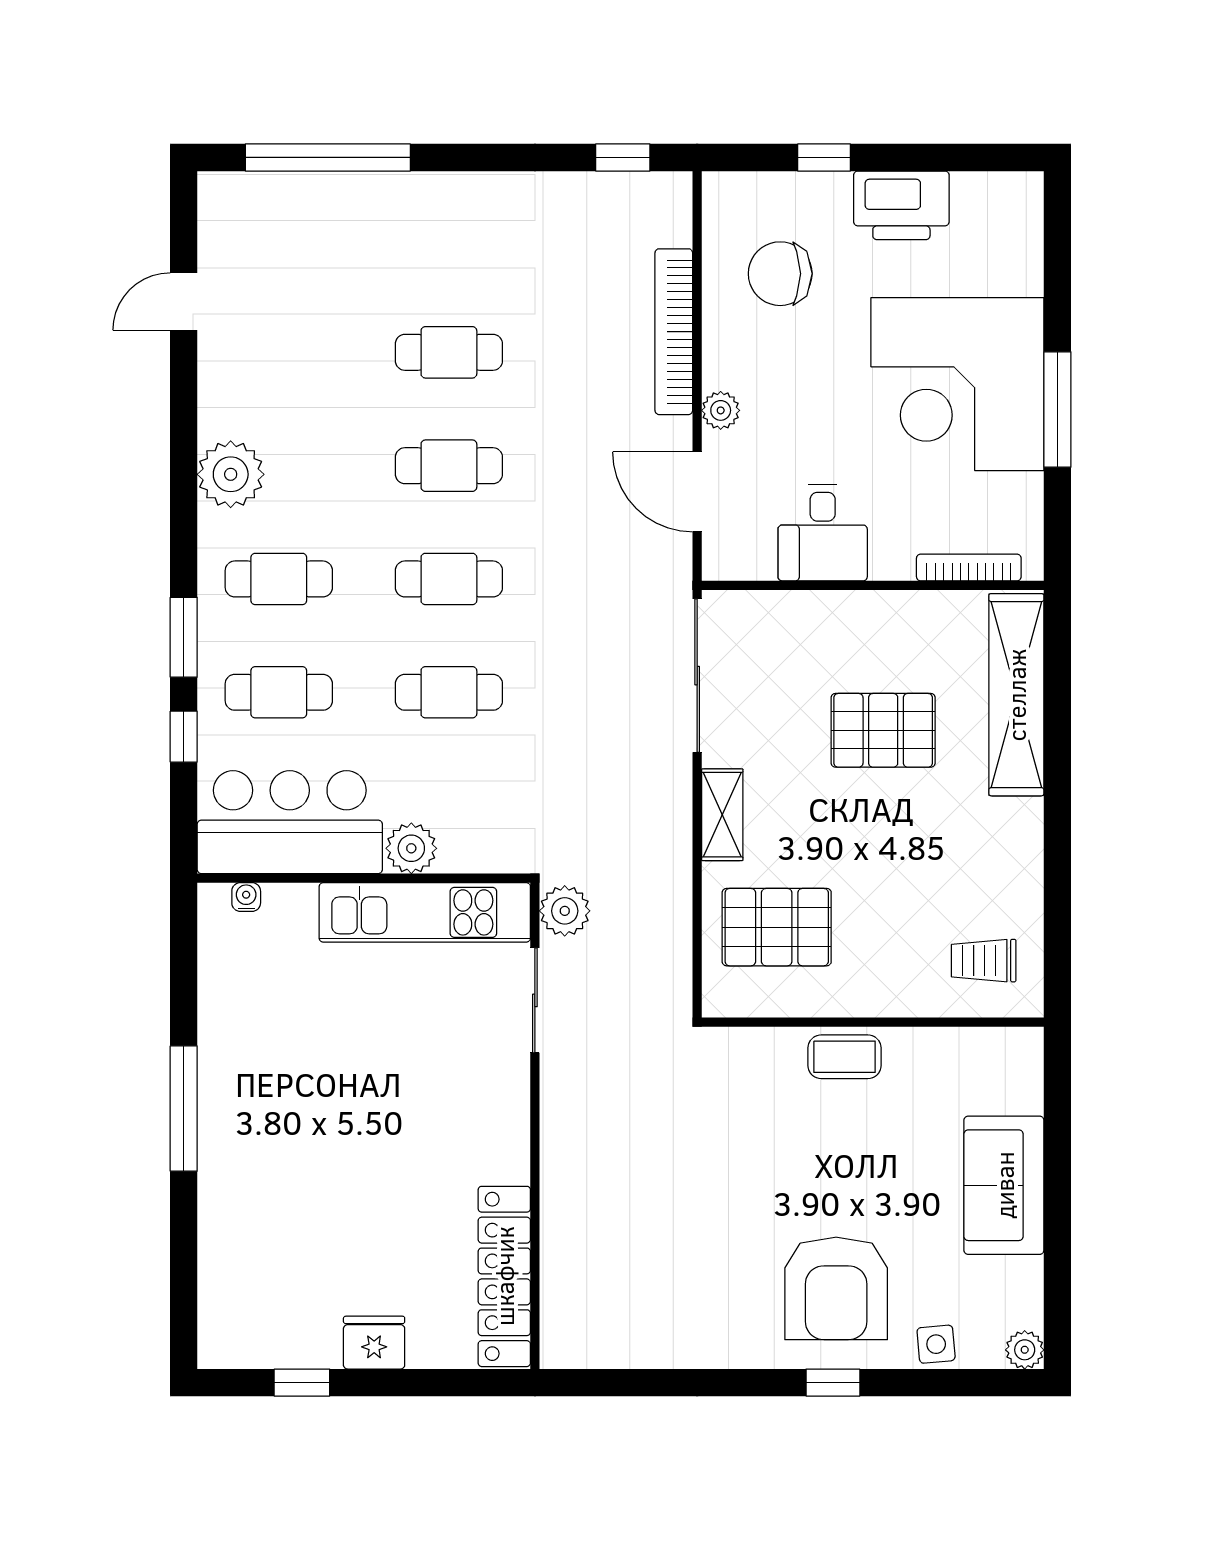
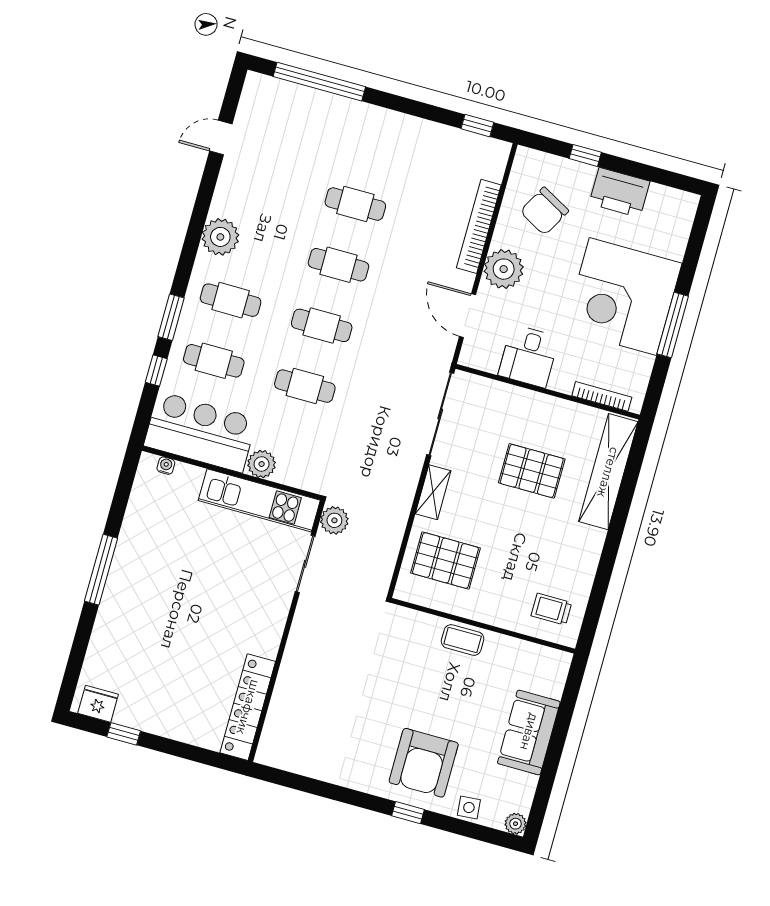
chair: (780, 274) -> (544, 211), turned -61
plant: (721, 410) -> (504, 269), width x1.87, depth x1.87
fridge: (374, 1343) -> (98, 704), moved

